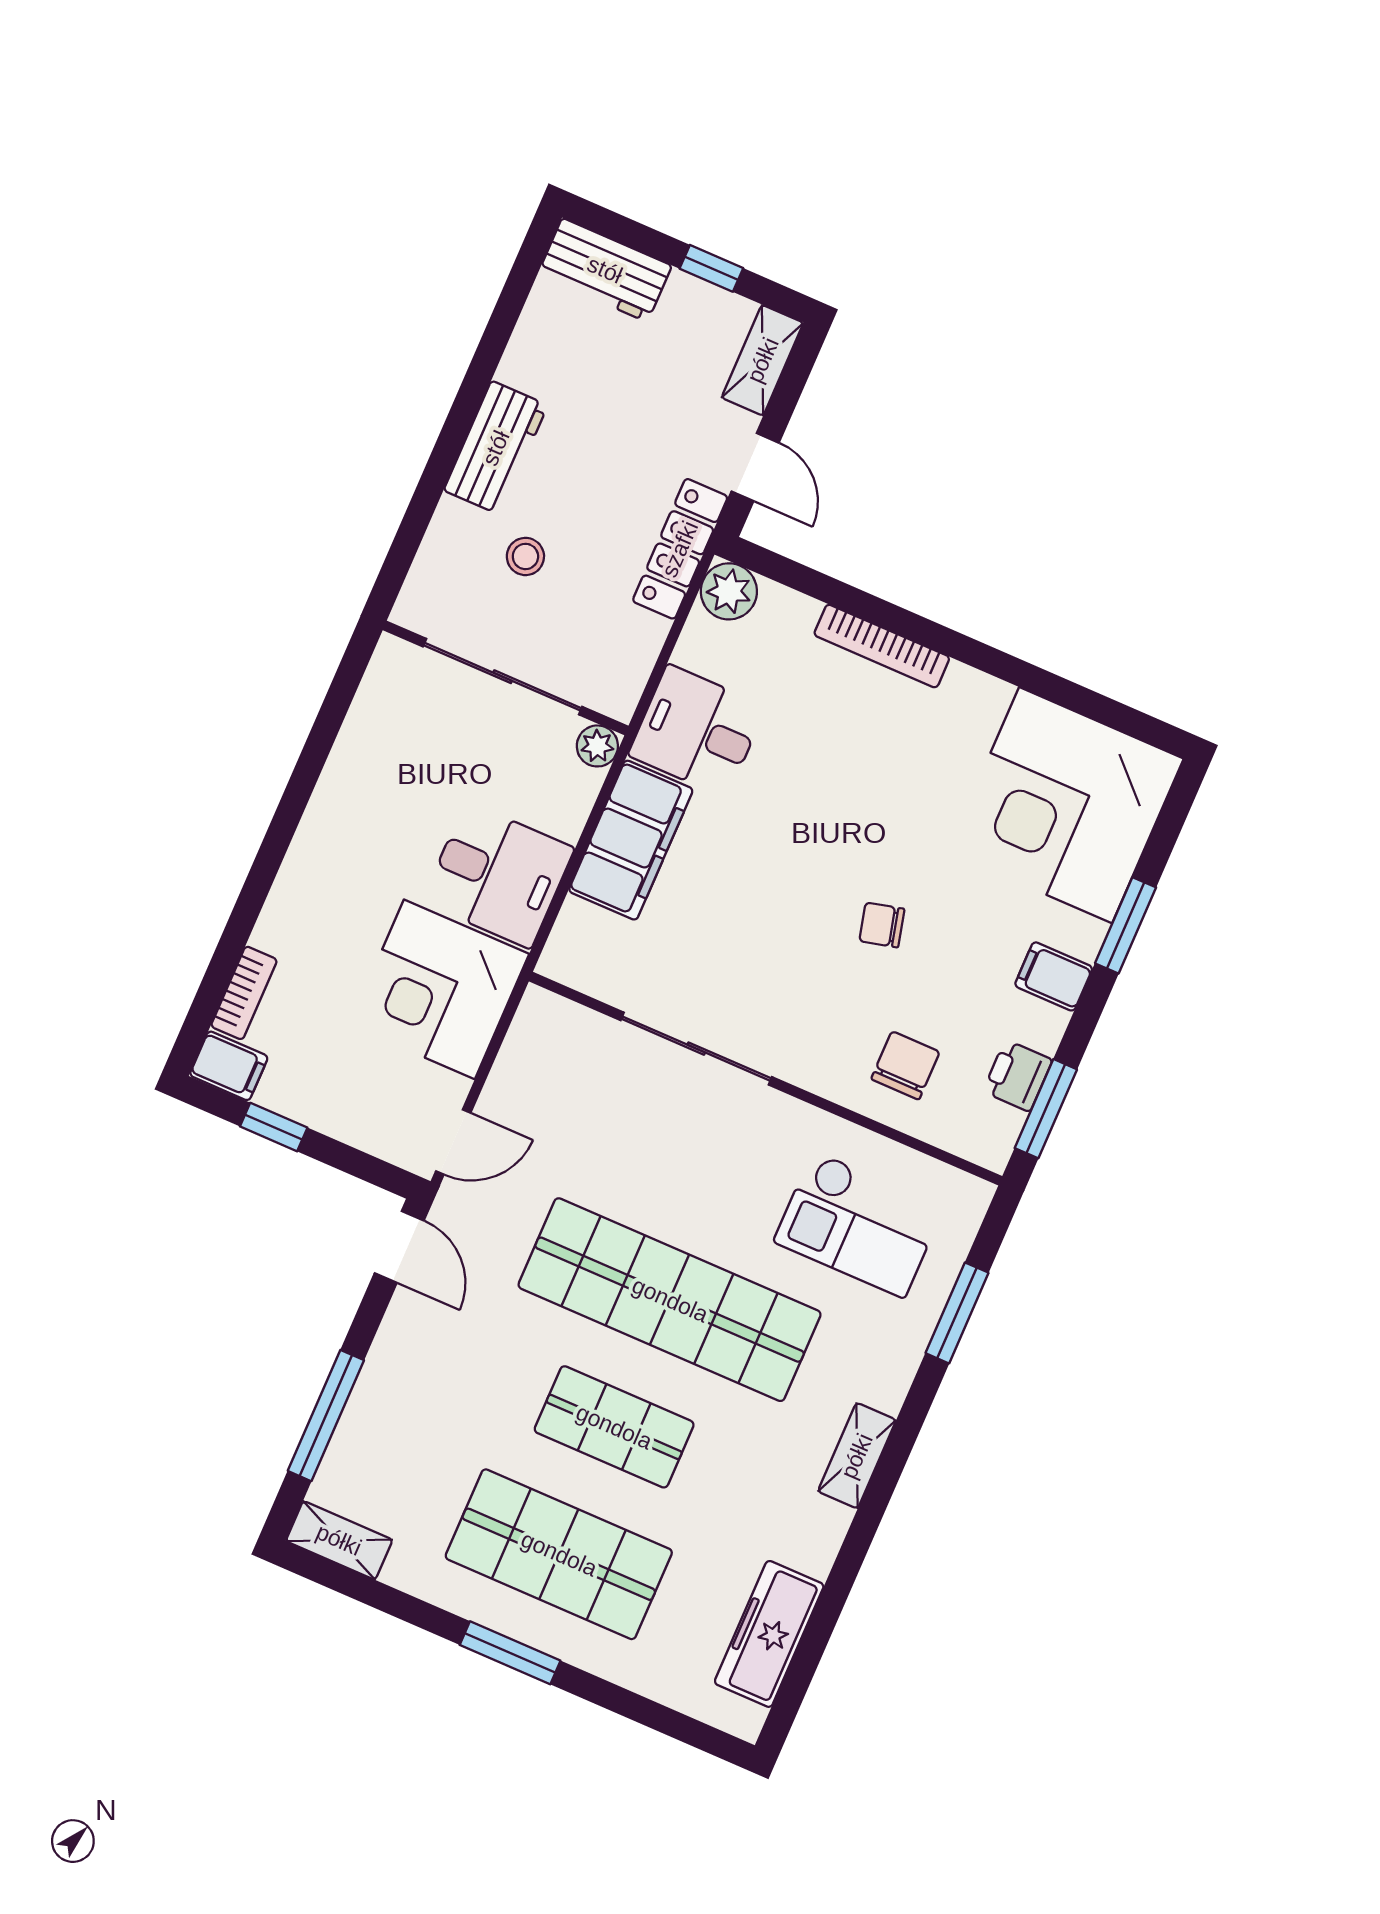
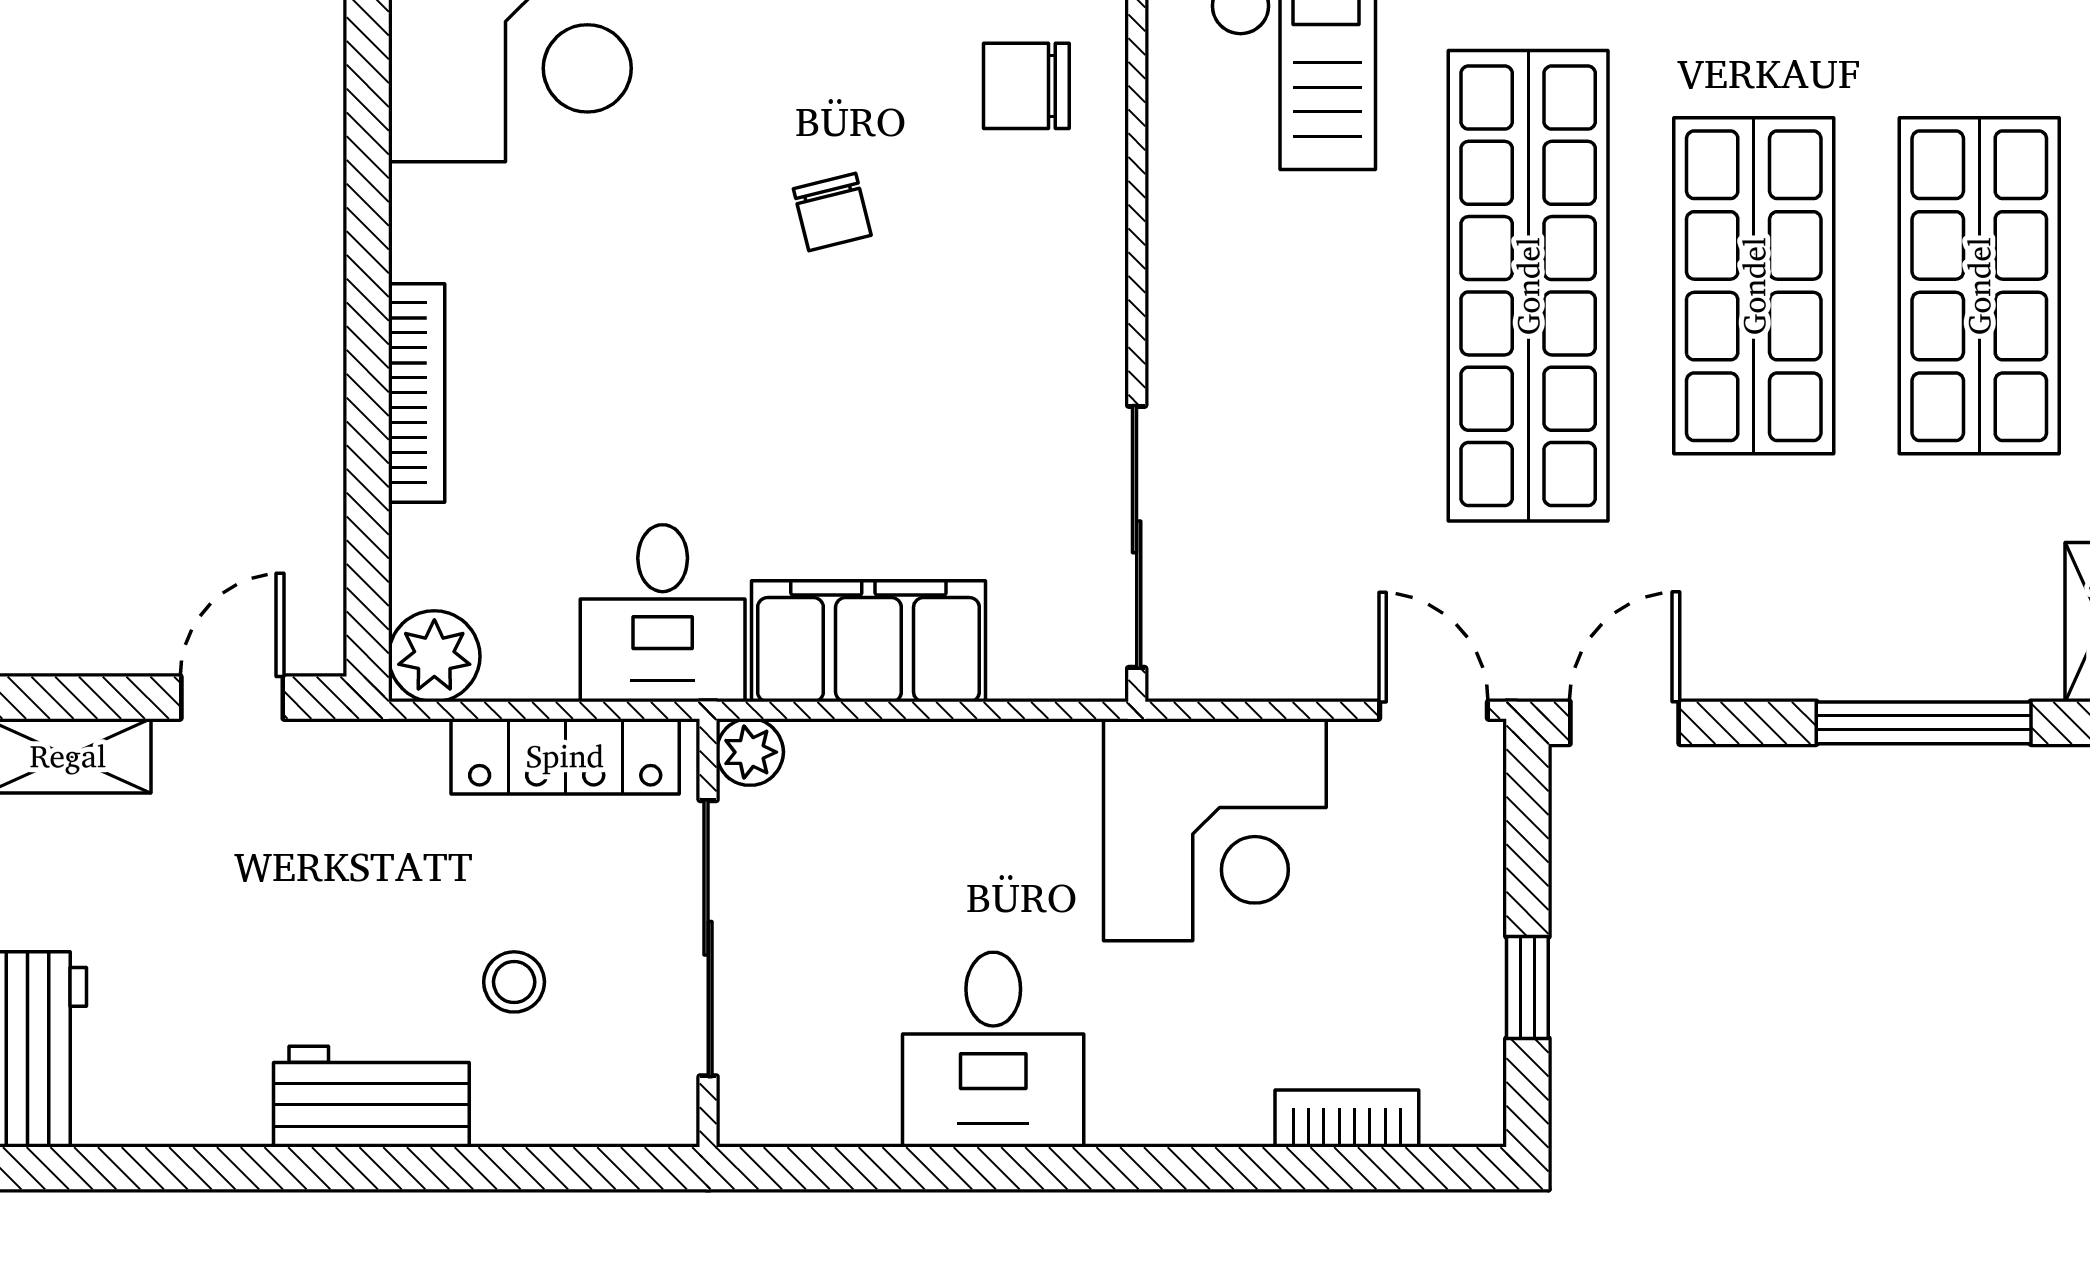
locker: (680, 549) -> (565, 756), moved
desk: (498, 875) -> (993, 1050), moved, turned 180
sliding door: (696, 1049) -> (1137, 537), moved
filing cabinet: (229, 1066) -> (1465, 1094), removed
shop shelf: (614, 1427) -> (1754, 286), width x1.43, depth x1.36

